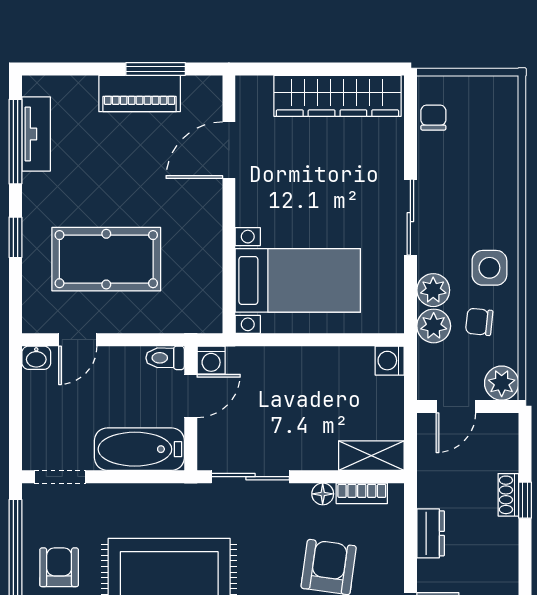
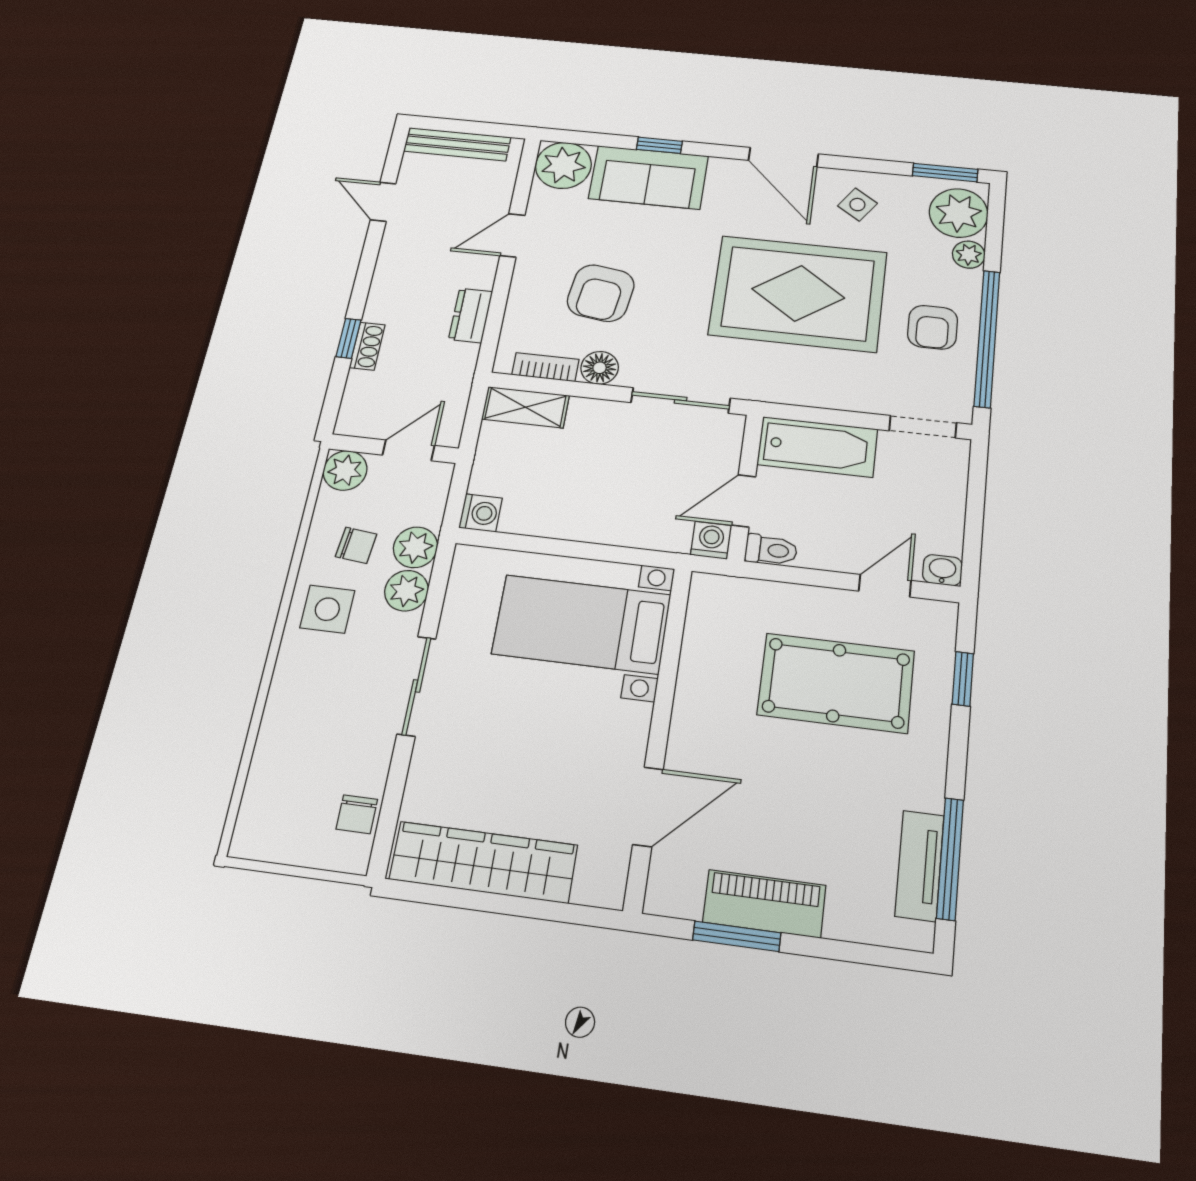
window: (15, 237) -> (963, 679), moved
floor lamp: (323, 494) -> (600, 368), width x1.37, depth x1.37

